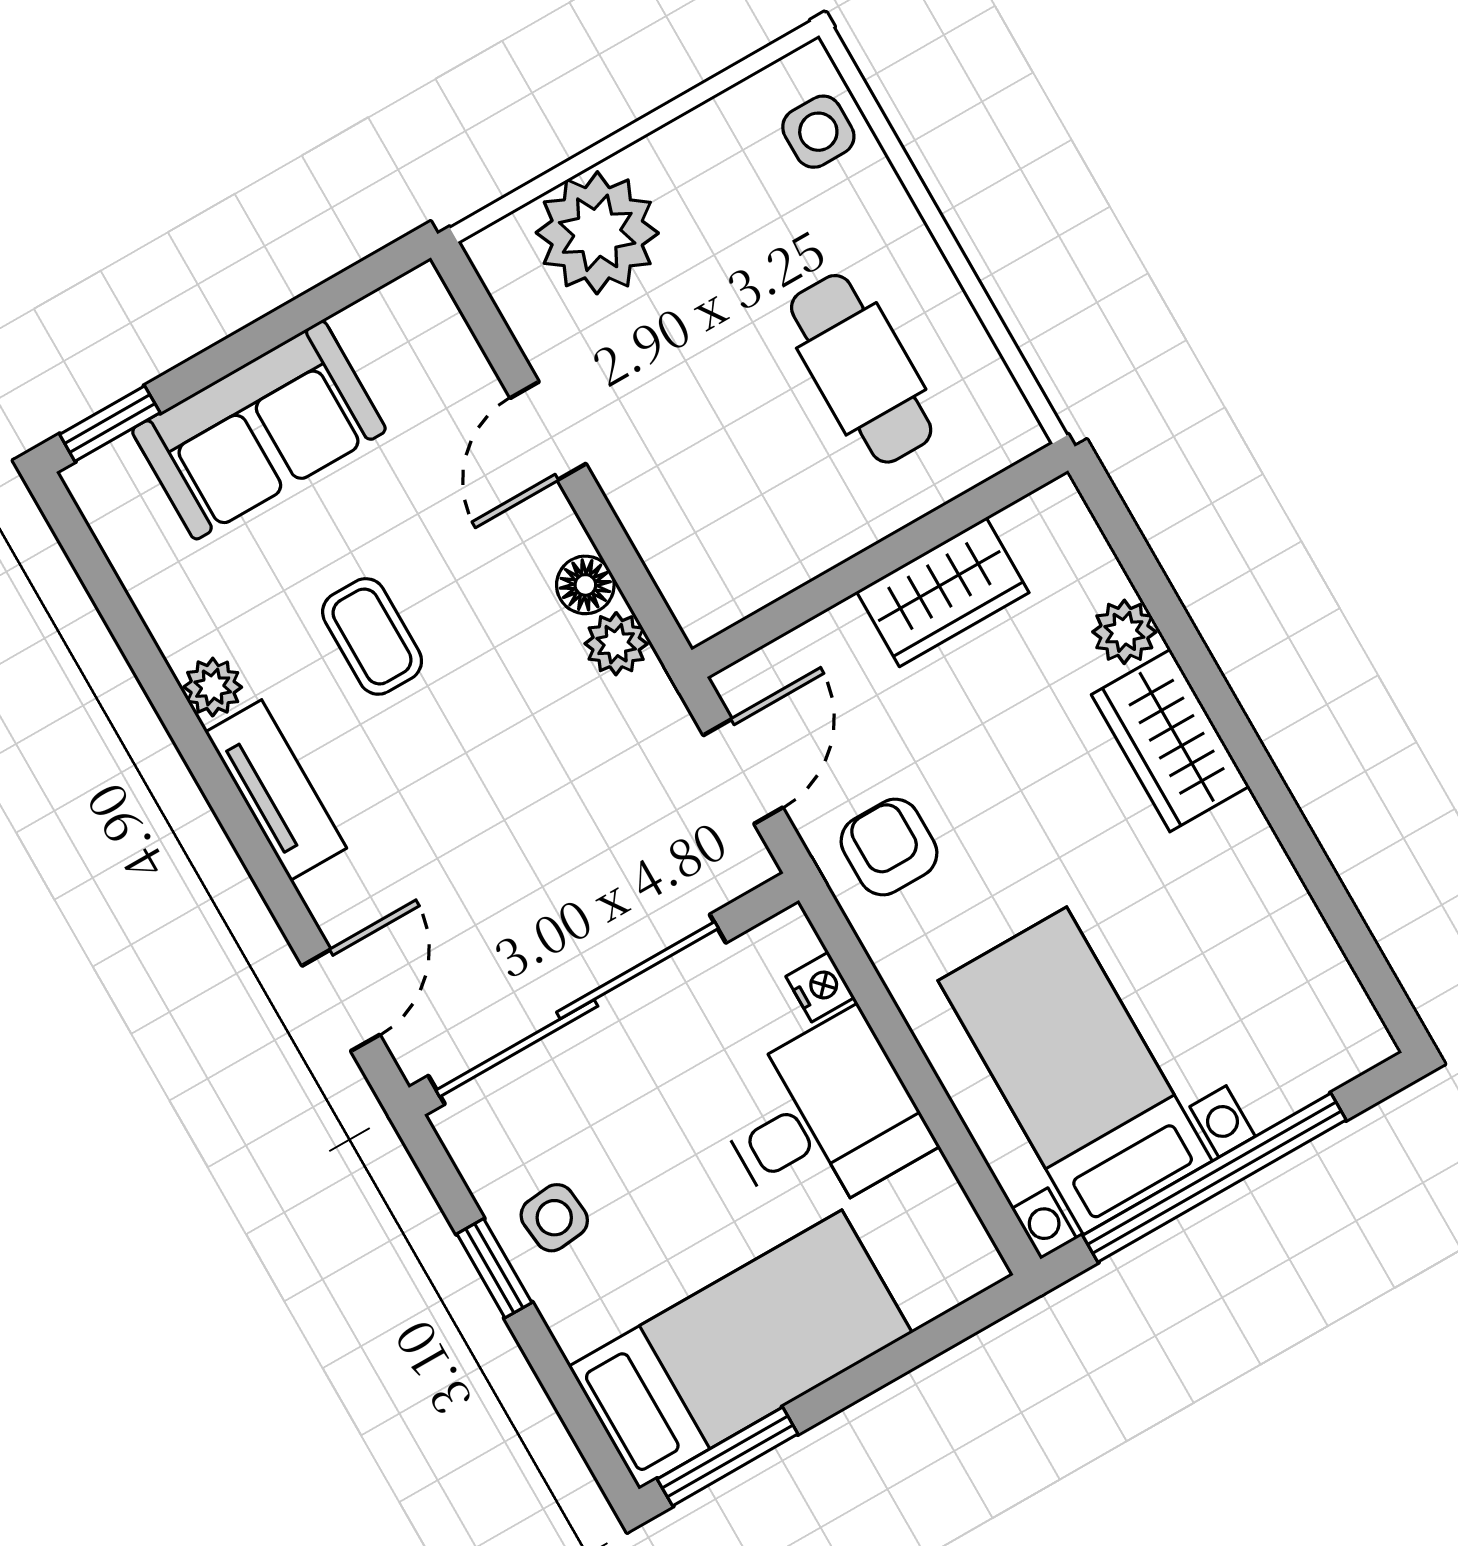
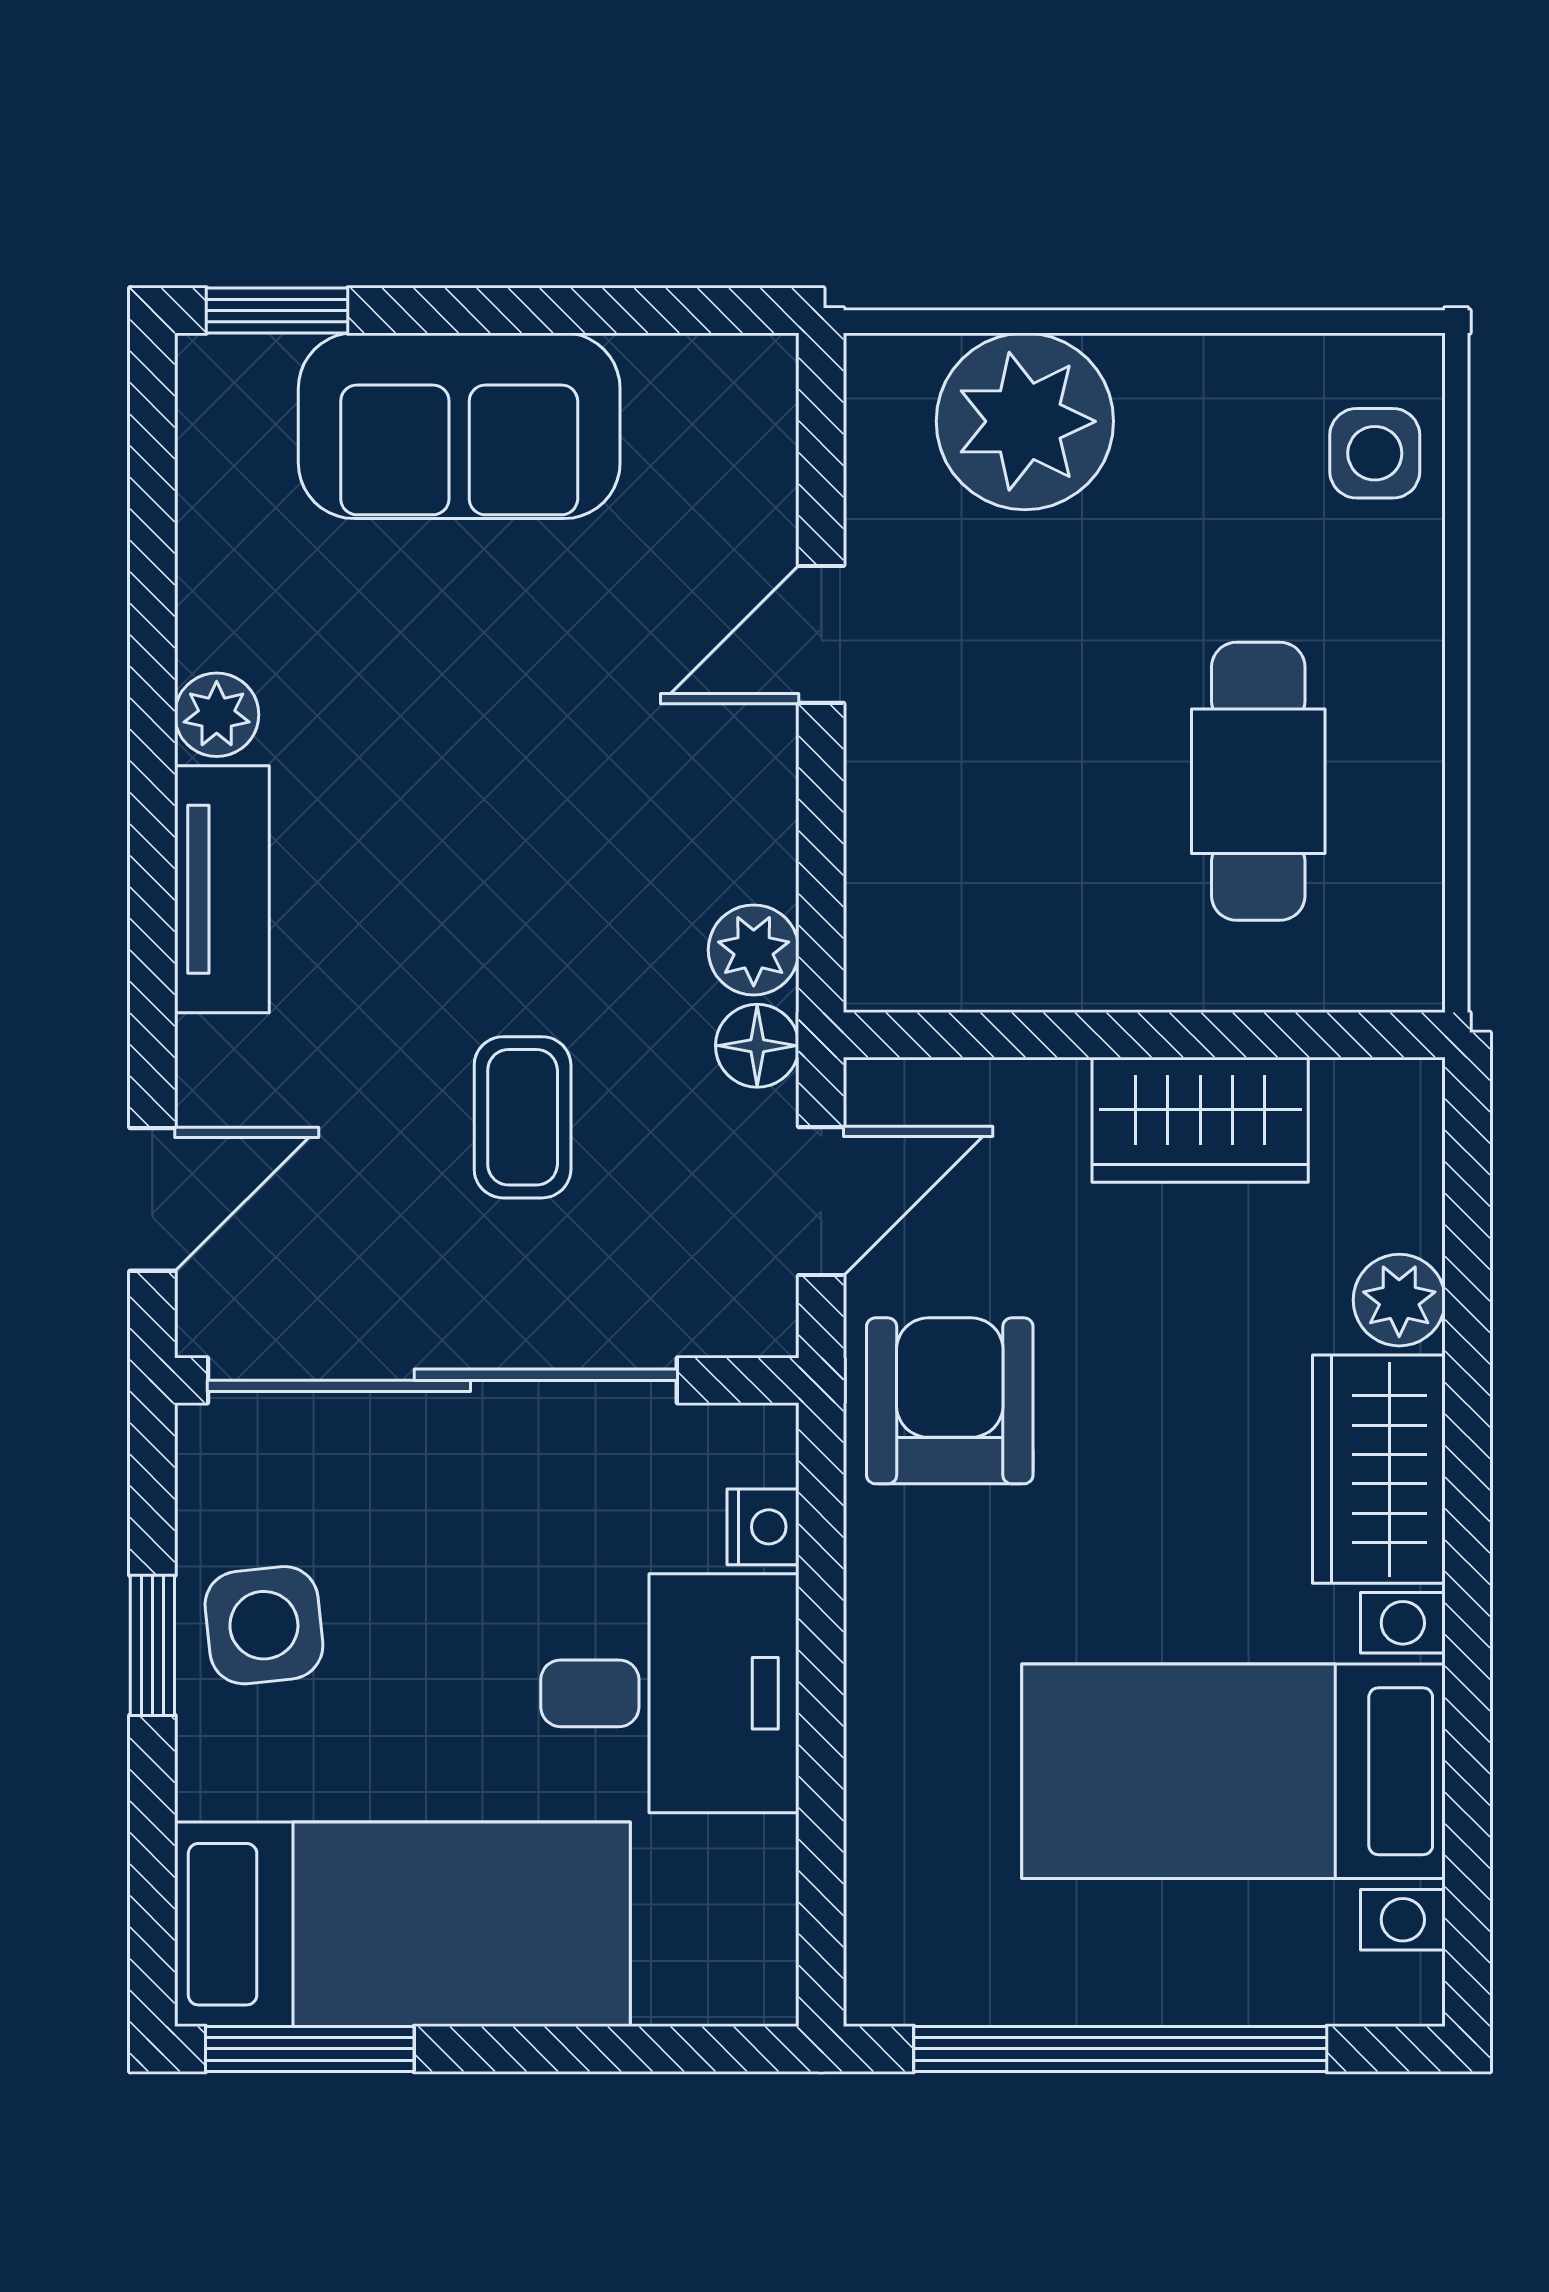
floor lamp: (585, 585) -> (757, 1046), moved
coffee table: (372, 636) -> (523, 1117), moved
armchair: (889, 847) -> (950, 1401), width x1.38, depth x1.38
bed with nightstands: (1075, 1071) -> (1233, 1771), moved, turned -90
side table: (554, 1218) -> (264, 1625), width x1.37, depth x1.37

